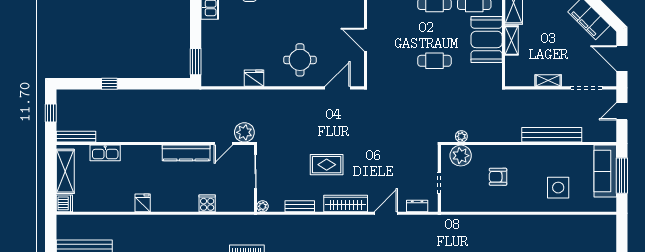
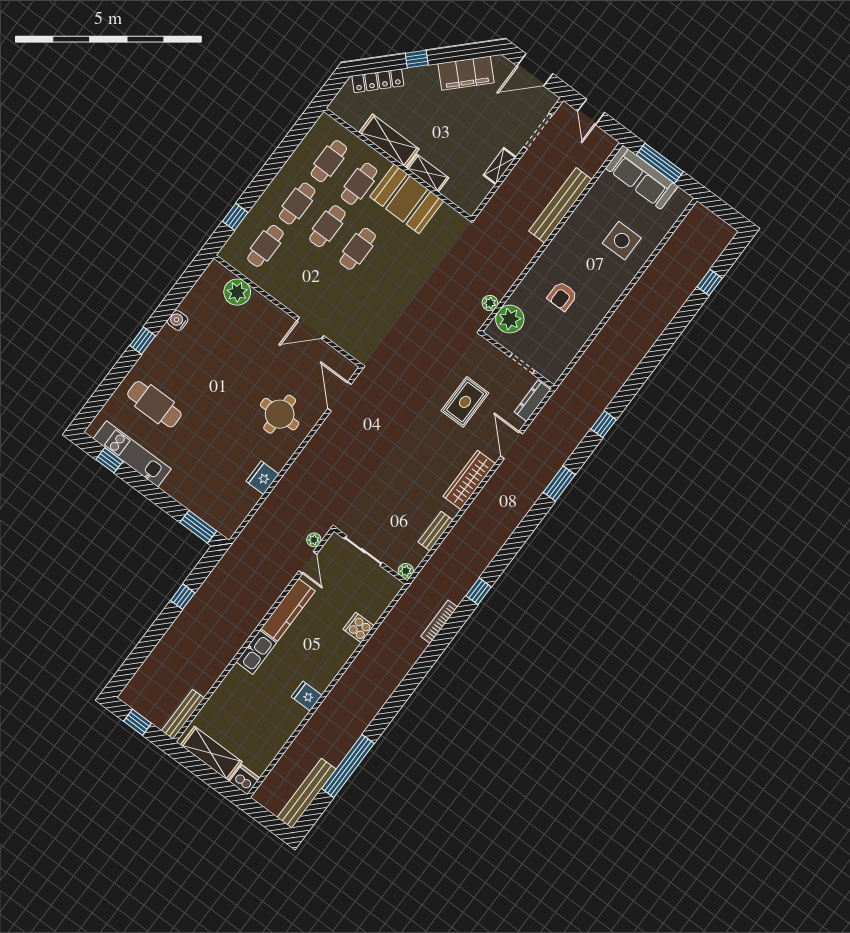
cafe table: (434, 61) -> (358, 249), moved
window: (109, 84) -> (183, 597), moved
plant: (244, 132) -> (314, 540), width x0.53, depth x0.53
kitchen sink: (105, 153) -> (256, 652), moved
rug: (327, 165) -> (465, 402), moved
dresser: (417, 206) -> (532, 401), width x1.44

